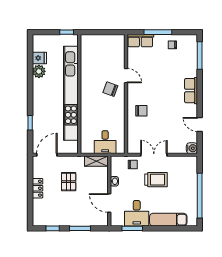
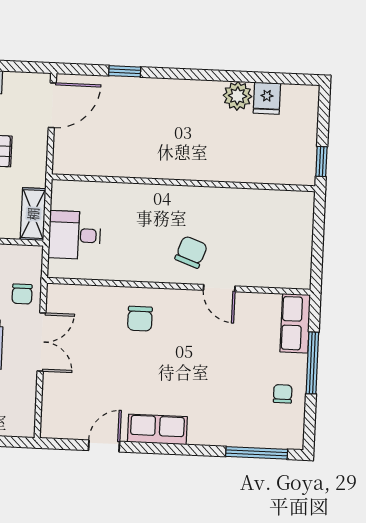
door: (126, 76) -> (219, 288), hinge flipped
row of seats: (191, 91) -> (157, 429), moved
kitchen unit: (71, 93) -> (186, 165), removed
water cooler: (192, 148) -> (52, 427), removed
door: (47, 155) -> (52, 105), hinge flipped

